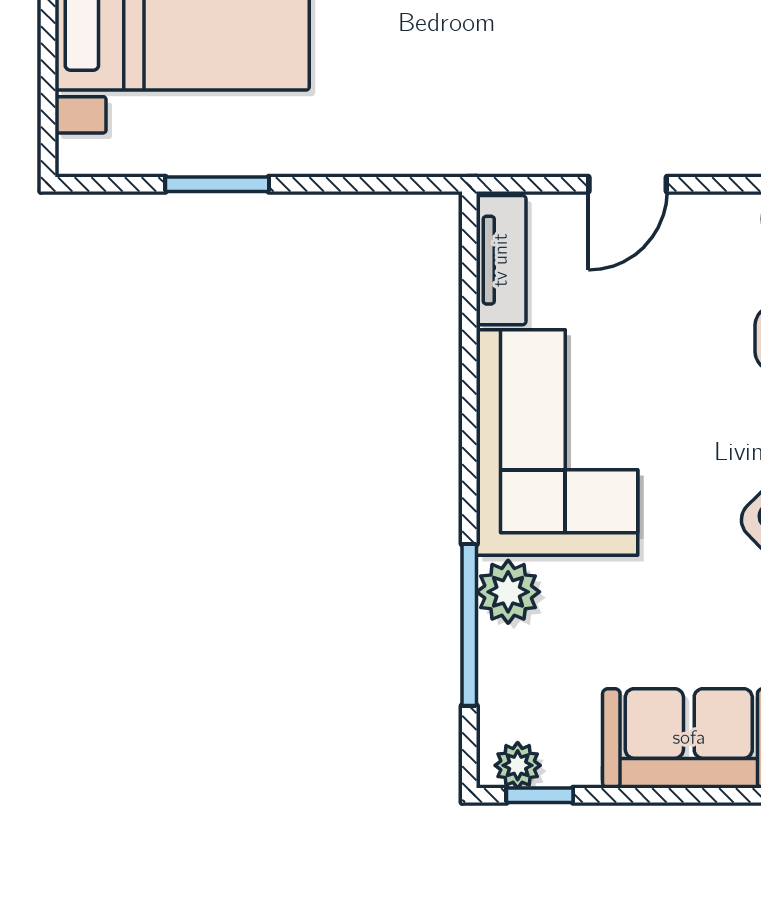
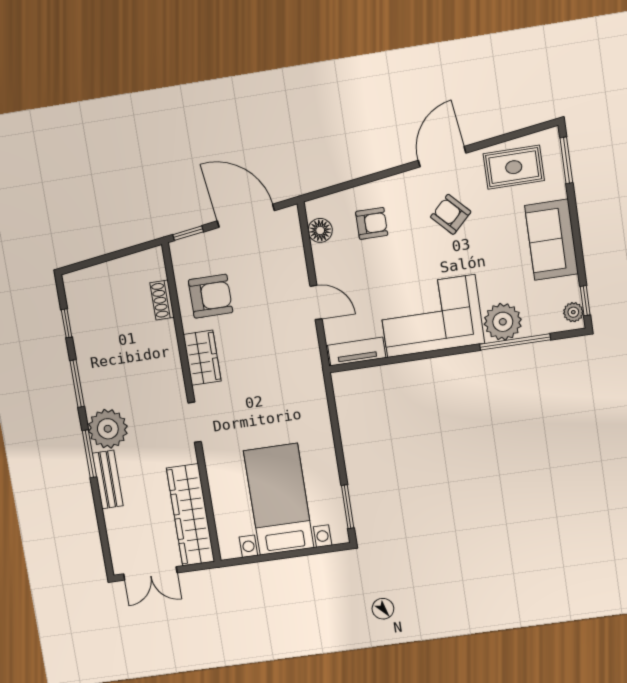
window: (217, 184) -> (348, 507), moved
plant: (508, 592) -> (503, 322), width x1.36, depth x1.36

